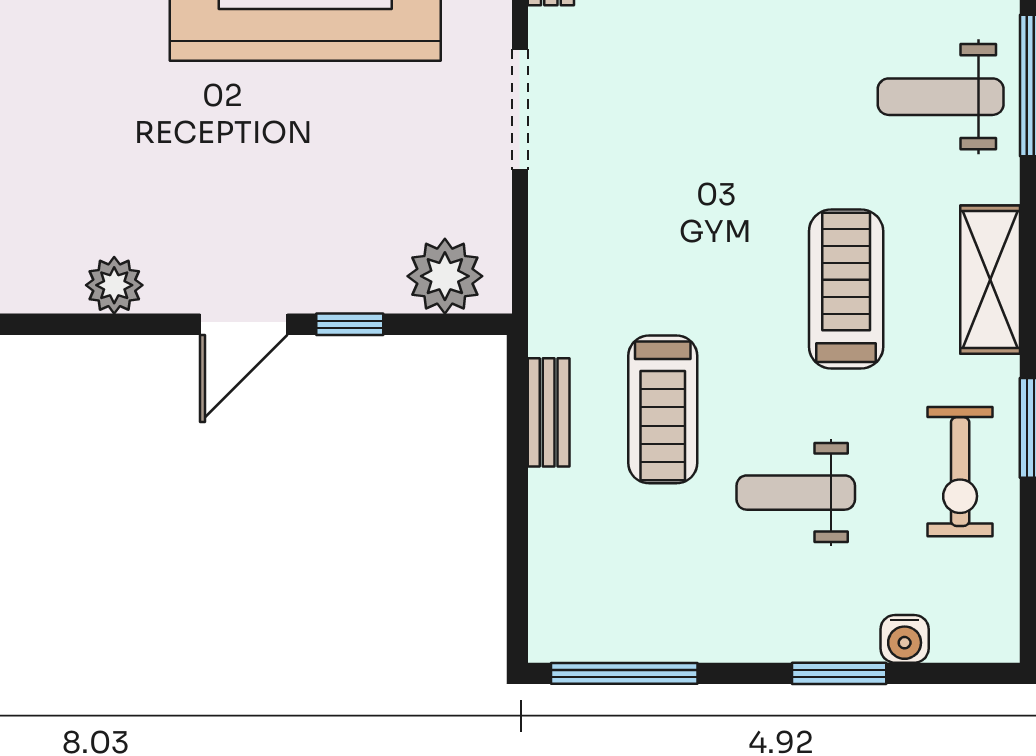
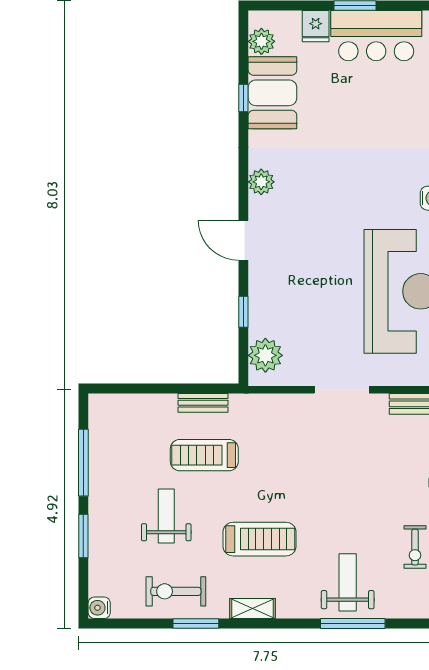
shelving: (990, 280) -> (252, 609), width x0.67, depth x0.75
plant: (114, 285) -> (261, 182), moved
door: (244, 324) -> (243, 240), moved
water cooler: (905, 639) -> (99, 608), moved
window: (624, 673) -> (83, 463), moved

